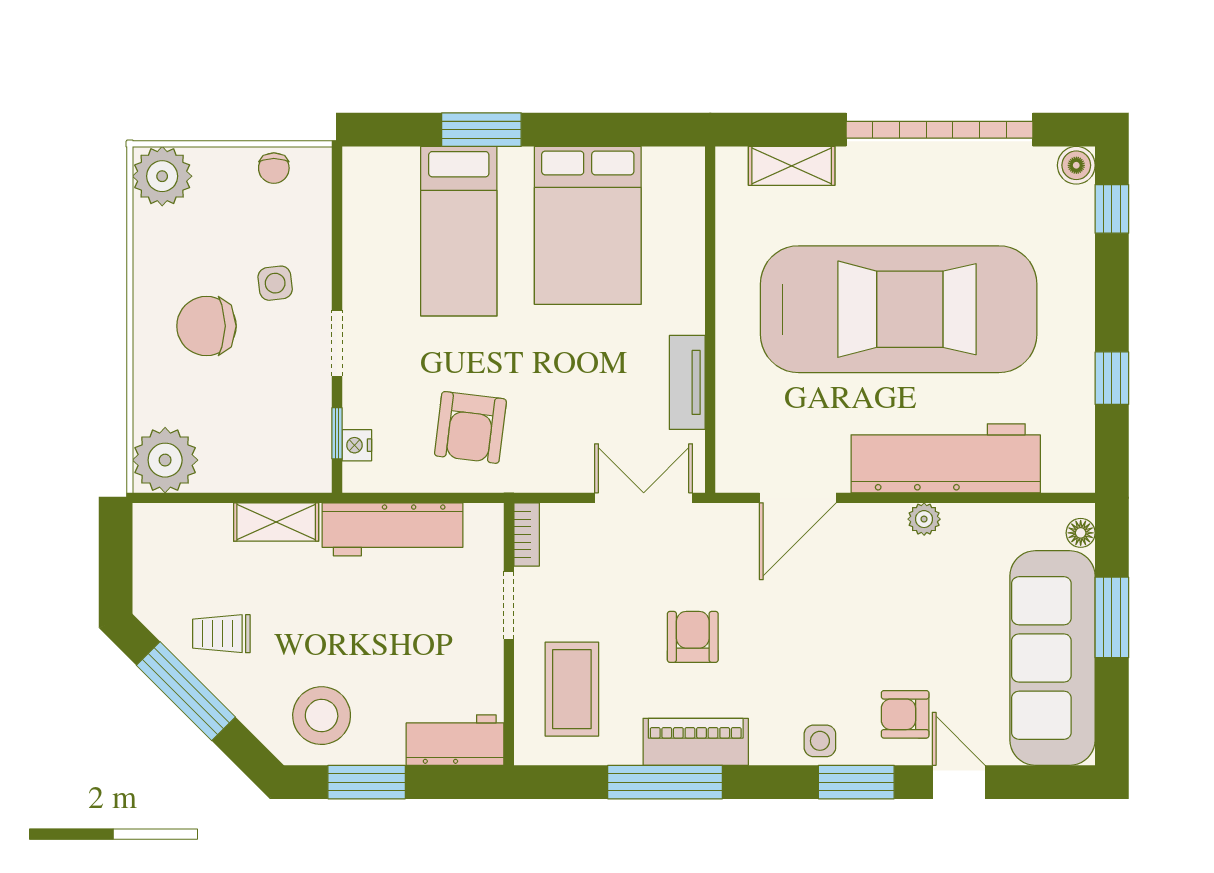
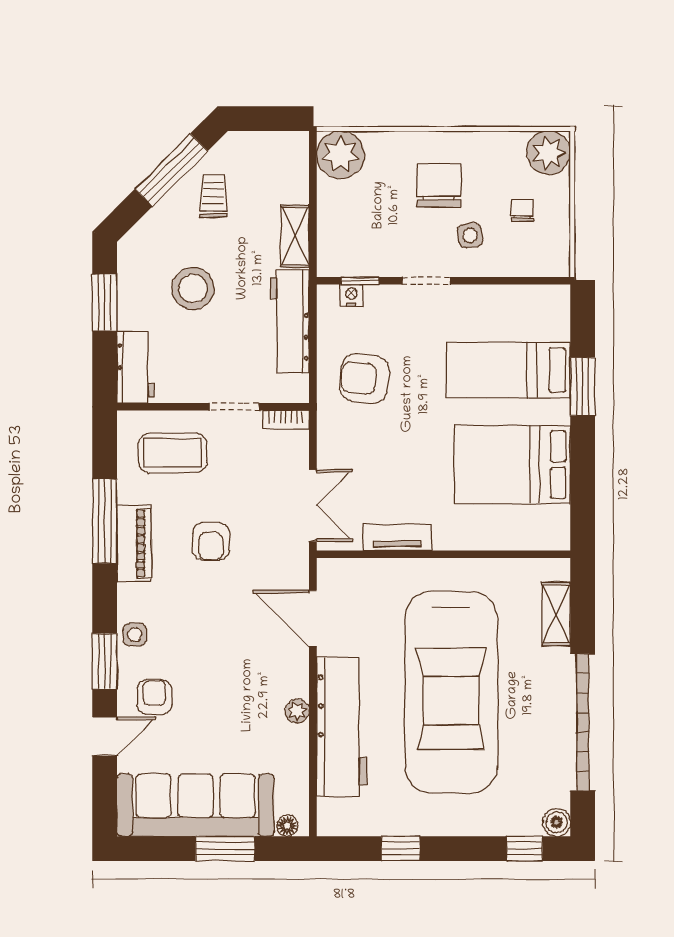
chair: (274, 168) -> (522, 210), moved, turned 90
armchair: (693, 637) -> (211, 541), turned 90
stool: (322, 716) -> (193, 288), moved

